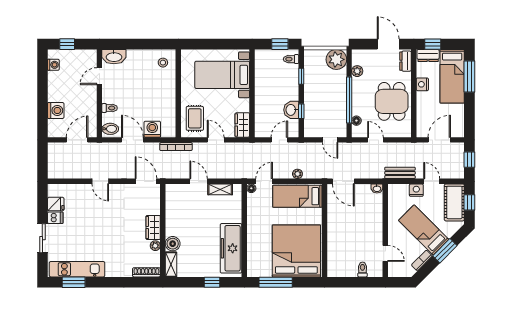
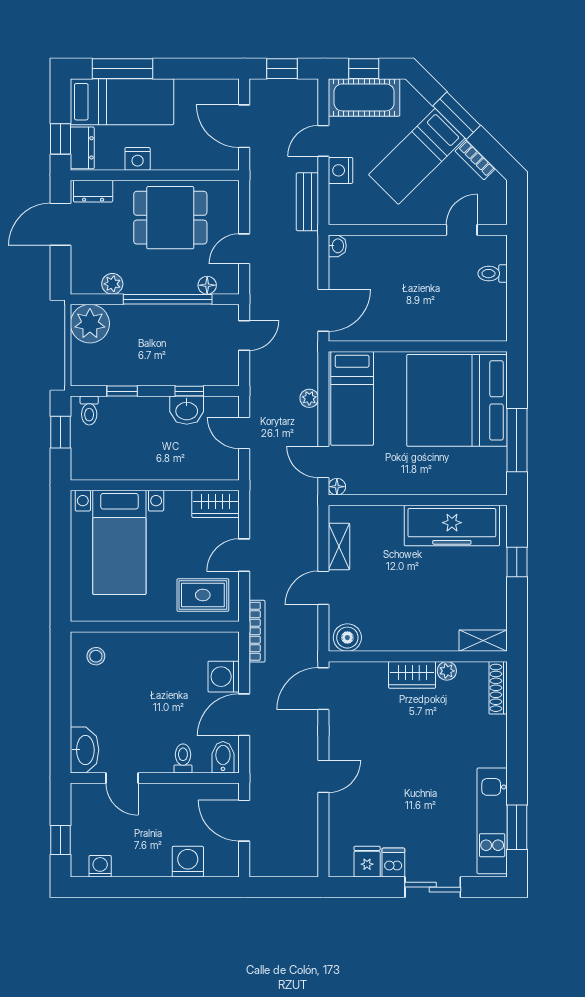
boiler: (173, 244) -> (347, 638), moved

